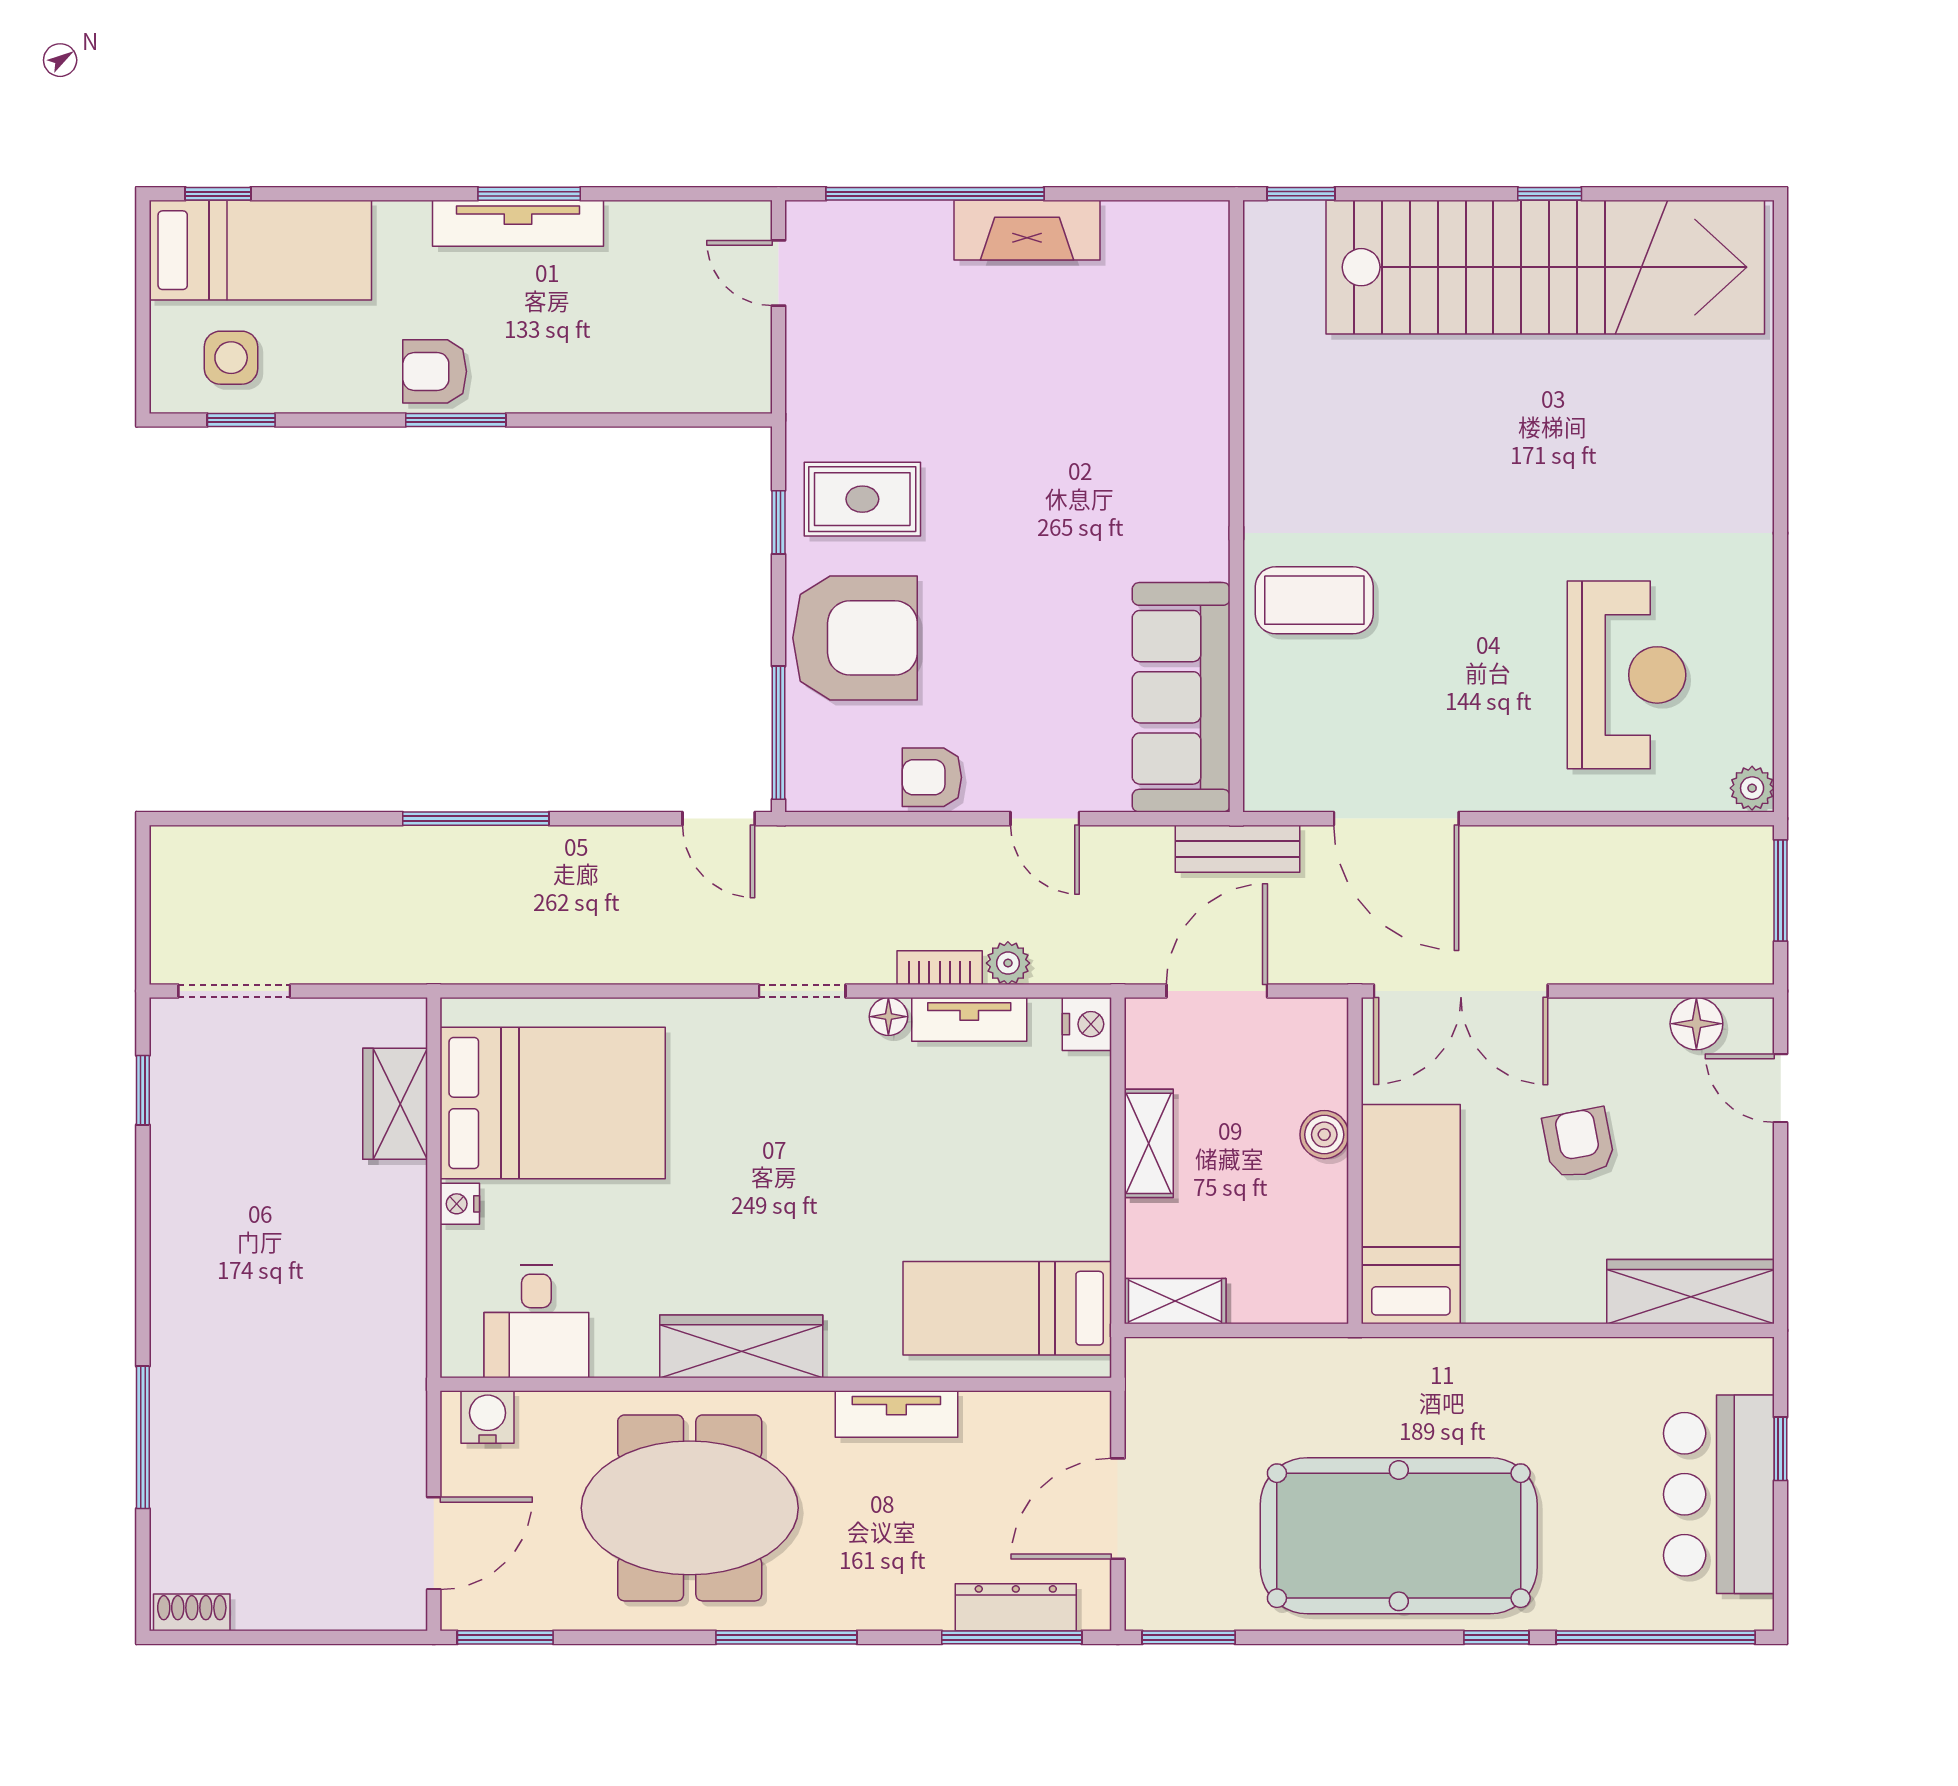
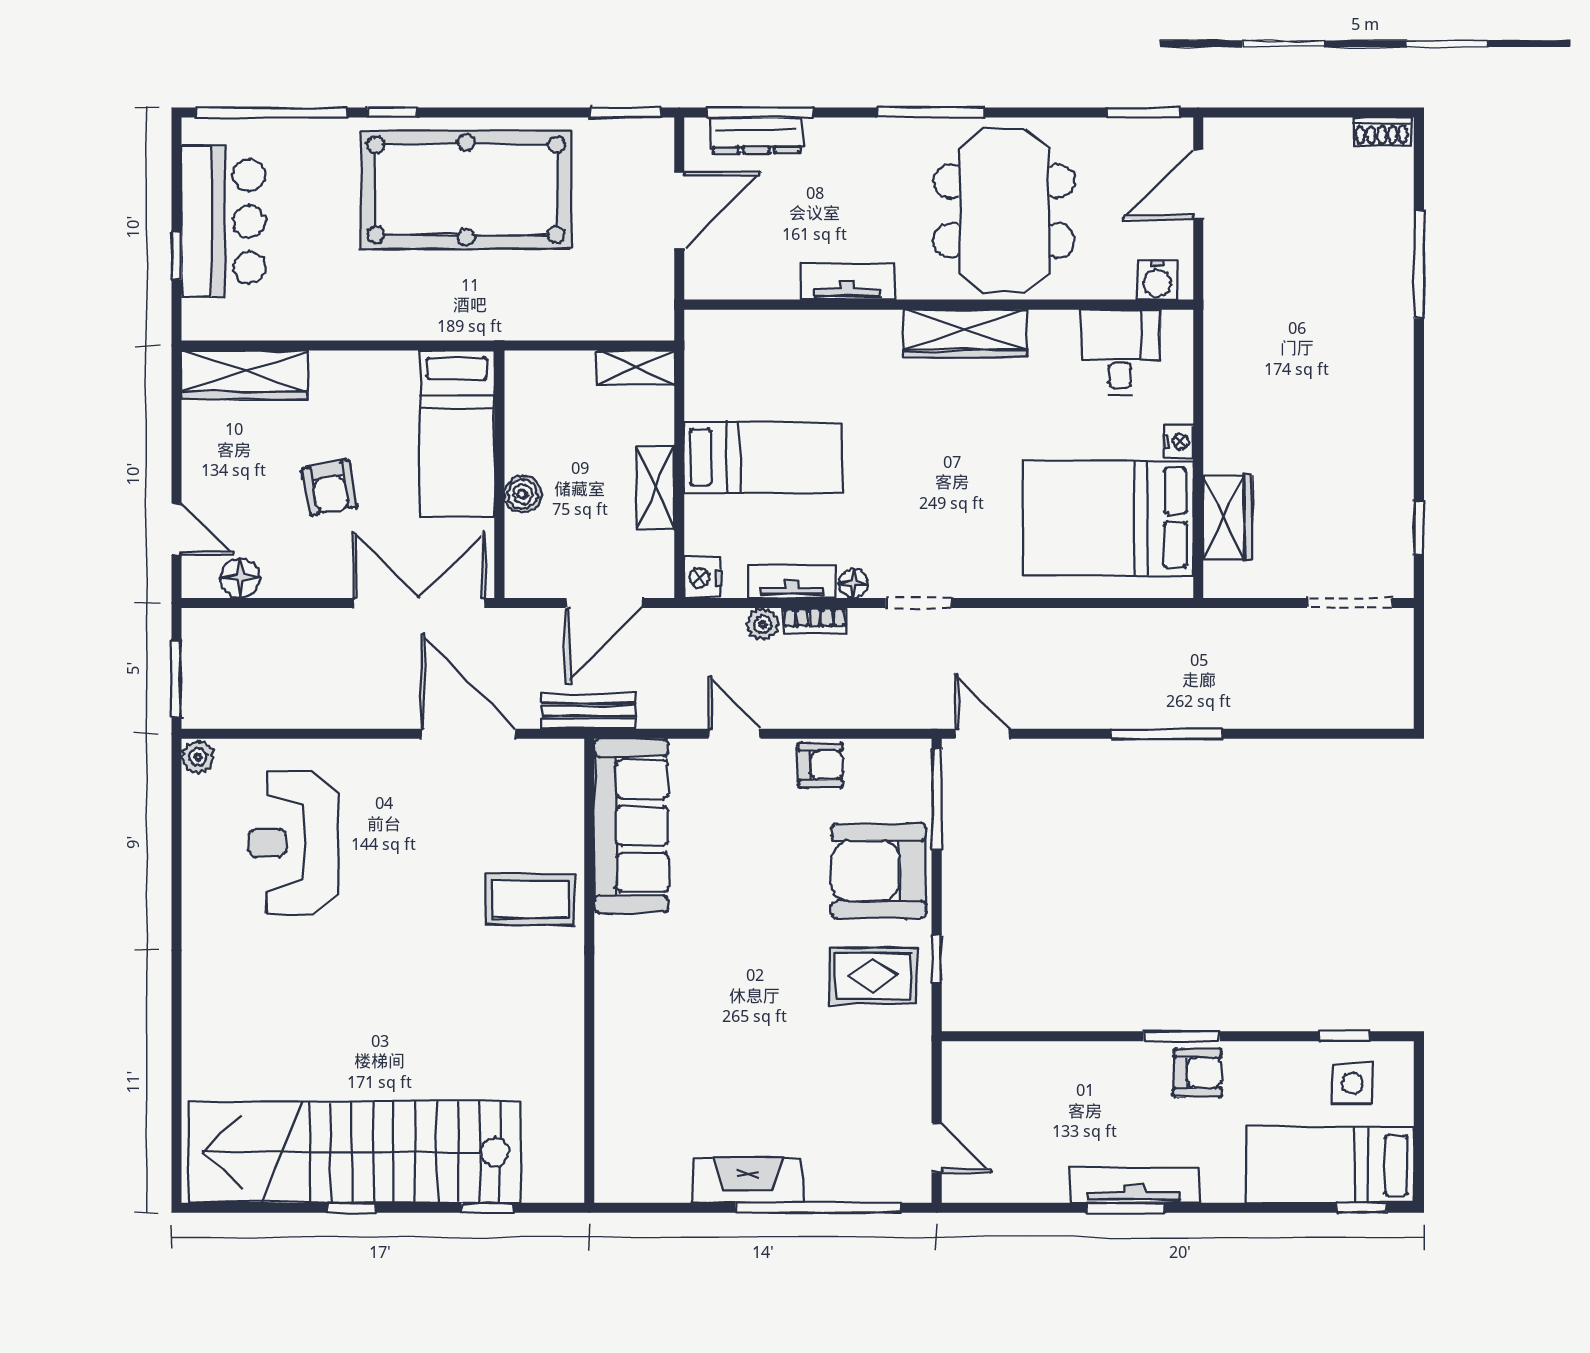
window: (1301, 194) -> (487, 1208), moved
bed: (1007, 1308) -> (763, 457), moved
meeting table: (690, 1508) -> (1004, 211), turned 90

